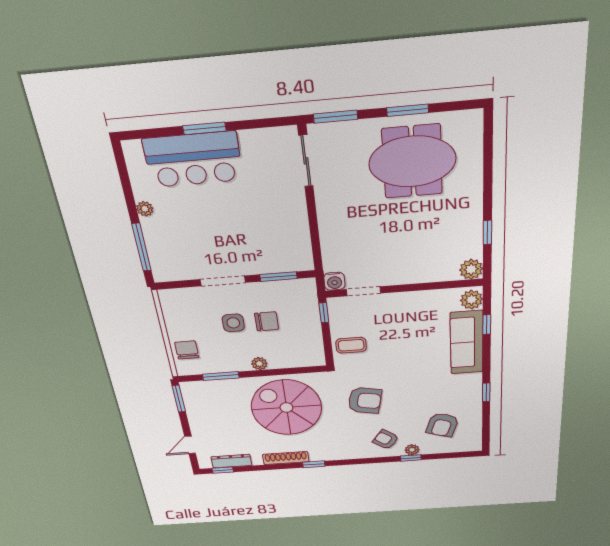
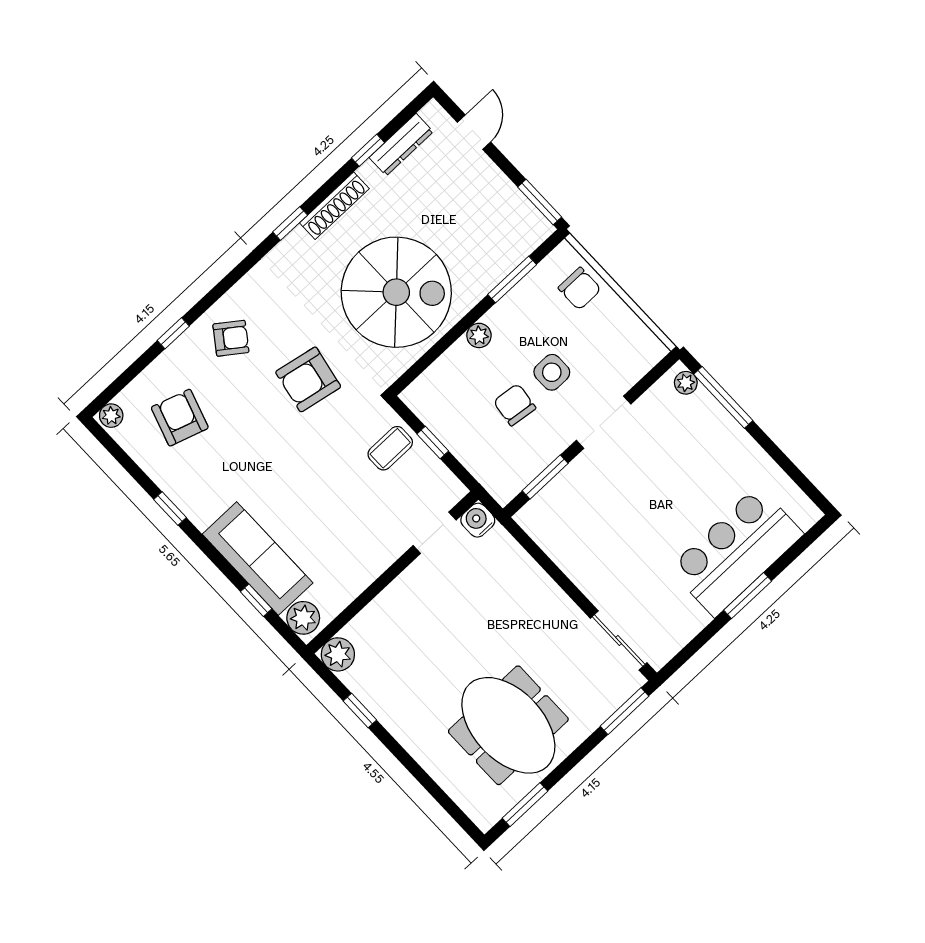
window: (408, 110) -> (525, 805), moved
meeting table: (412, 162) -> (508, 725), turned 90
plant: (145, 209) -> (686, 383), moved
window: (324, 313) -> (433, 443), moved
chair: (267, 321) -> (515, 405), turned 97
plant: (412, 450) -> (111, 416), moved
window: (223, 470) -> (368, 150), moved

